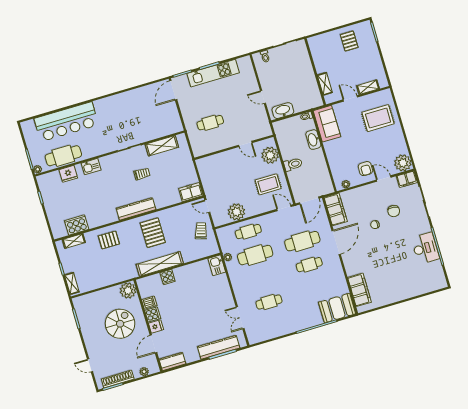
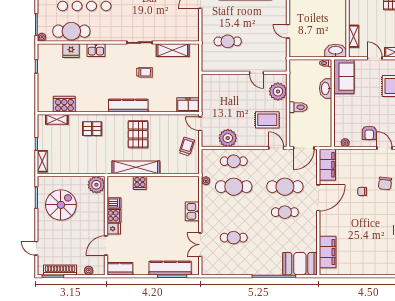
washbasin: (283, 111) -> (336, 51), moved
kitchen sink: (217, 265) -> (192, 211), moved
spiral stairs: (120, 324) -> (61, 205), moved

